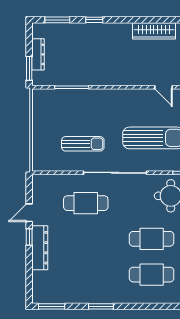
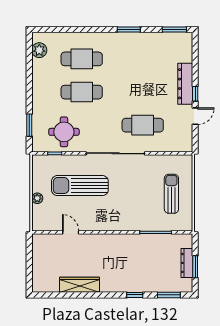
window: (29, 68) -> (195, 267), moved
sun lounger: (83, 144) -> (171, 194), moved, turned 90

